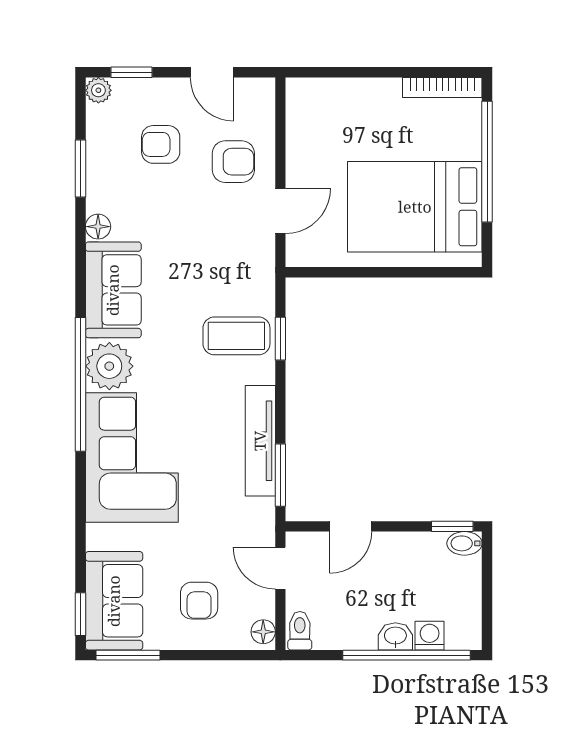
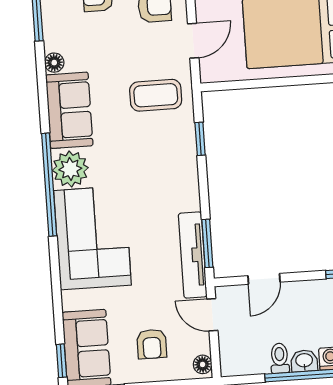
coffee table: (236, 336) -> (156, 95), moved
tv unit: (260, 441) -> (193, 255), moved
toilet: (300, 631) -> (280, 358), moved

